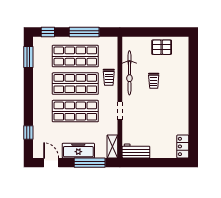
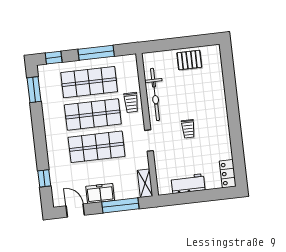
trolley: (154, 81) -> (188, 129), moved
freezer: (78, 151) -> (100, 193), width x0.71
workbench: (136, 151) -> (188, 184), moved

